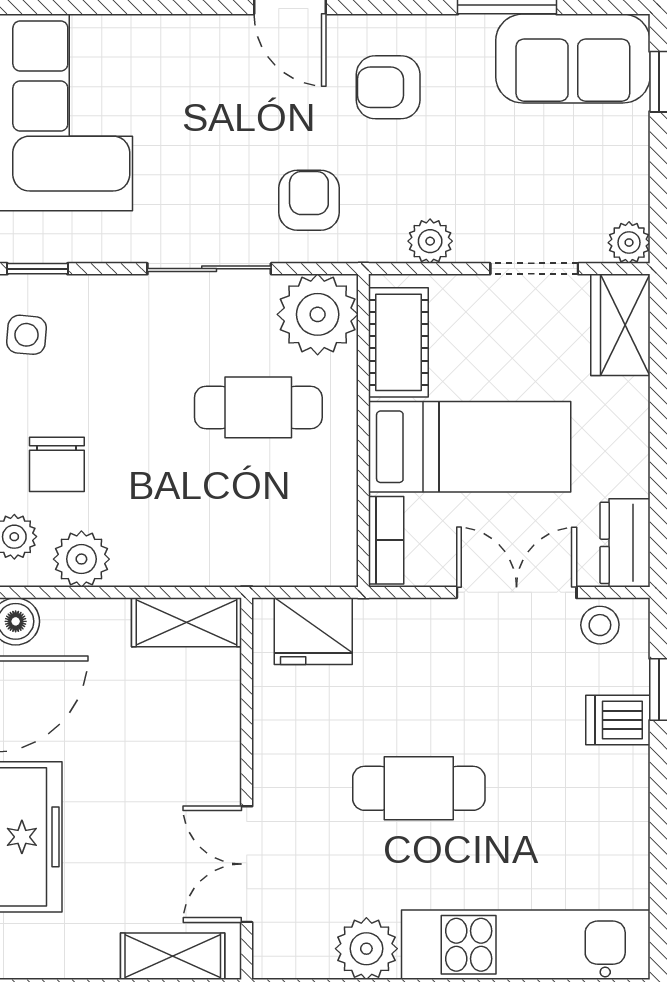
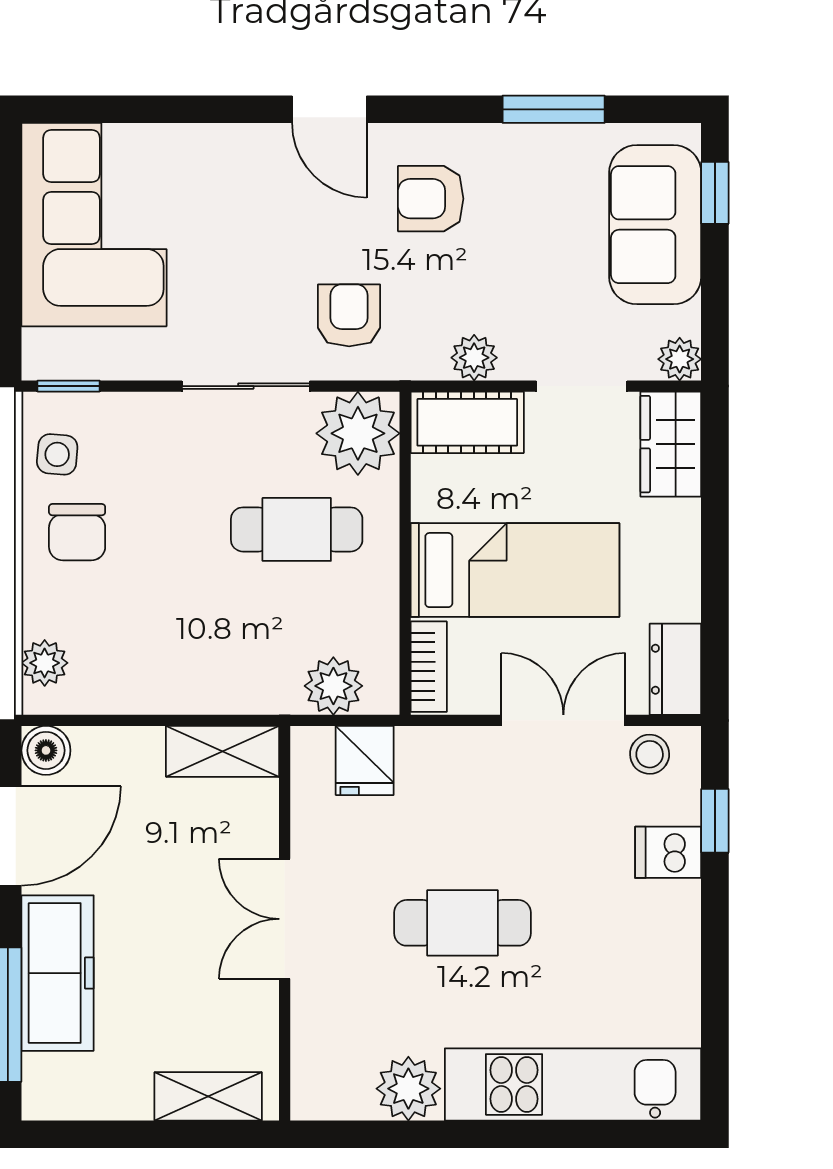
sofa: (573, 59) -> (655, 225), moved, turned 90
cot: (398, 342) -> (467, 422), moved, turned 90
chair: (57, 464) -> (77, 532), moved
plant: (81, 559) -> (333, 686), moved
fridge: (313, 631) -> (365, 760), width x0.72
double door: (247, 864) -> (285, 919), moved

